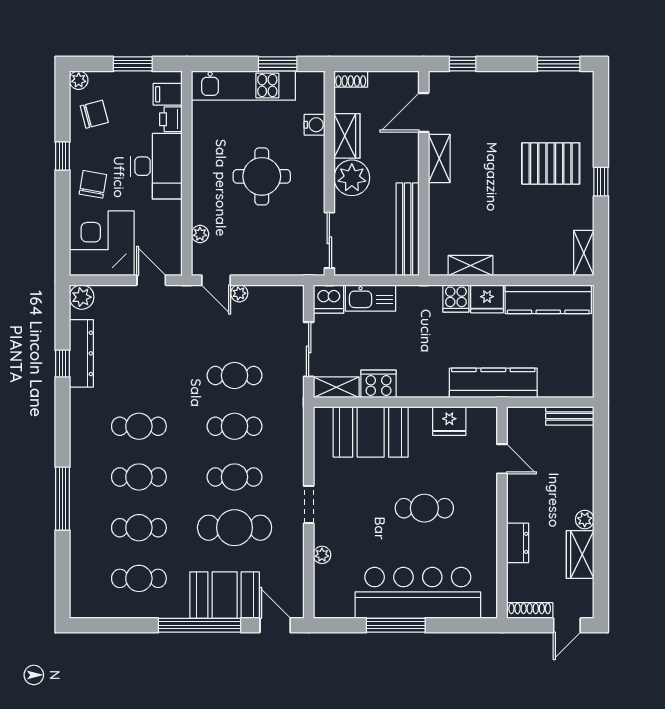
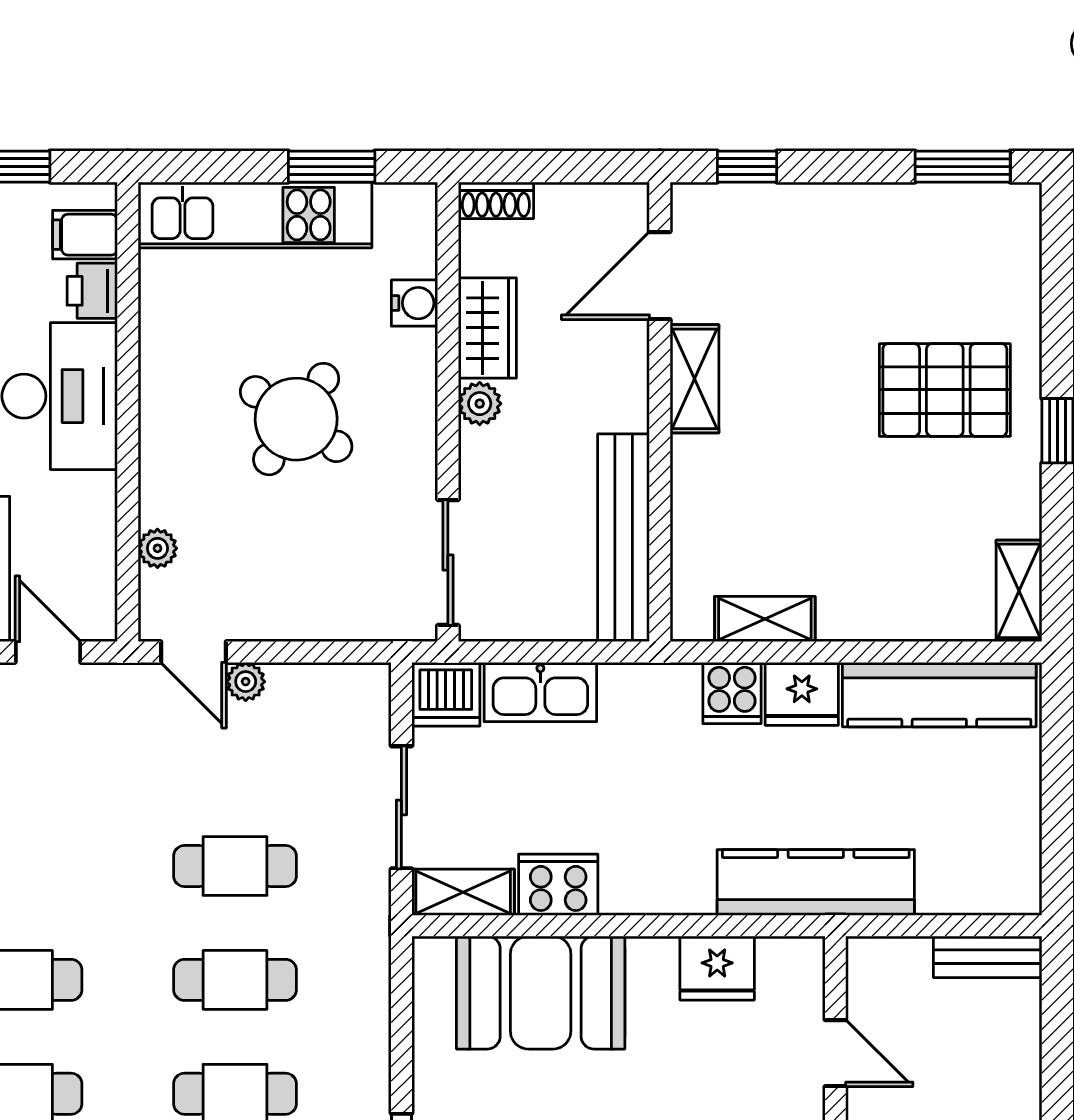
round table: (262, 176) -> (296, 419), turned 34
plant: (352, 178) -> (480, 404), width x0.53, depth x0.53

